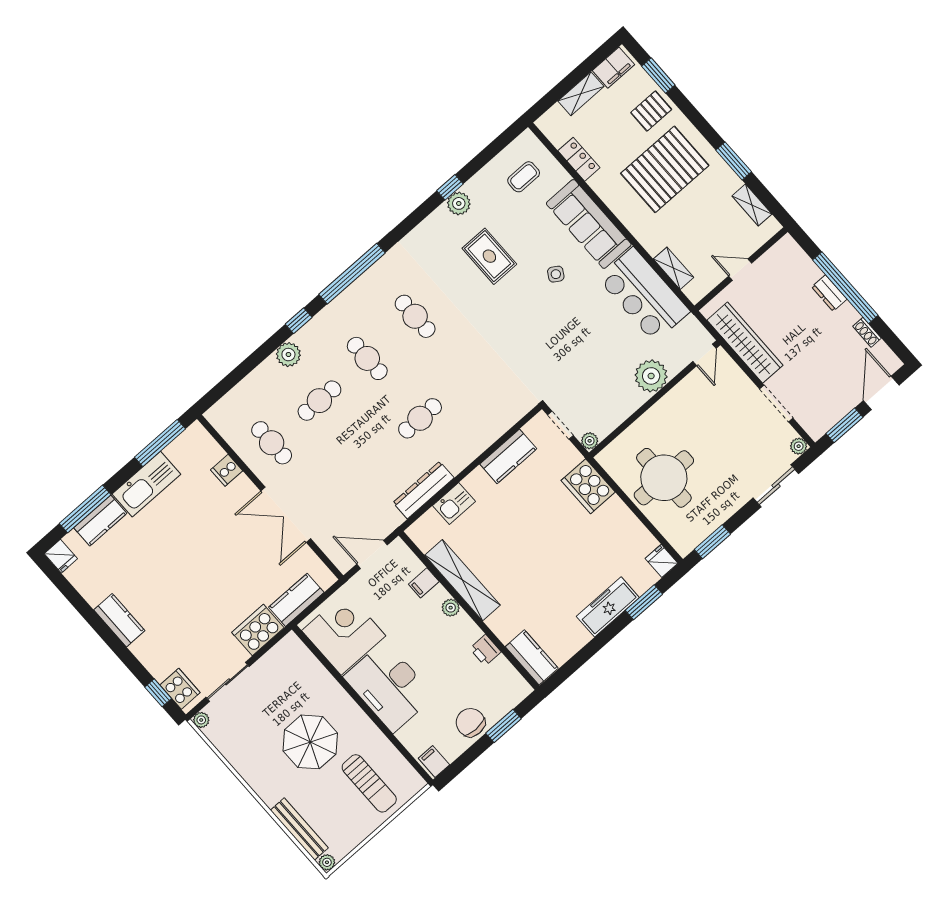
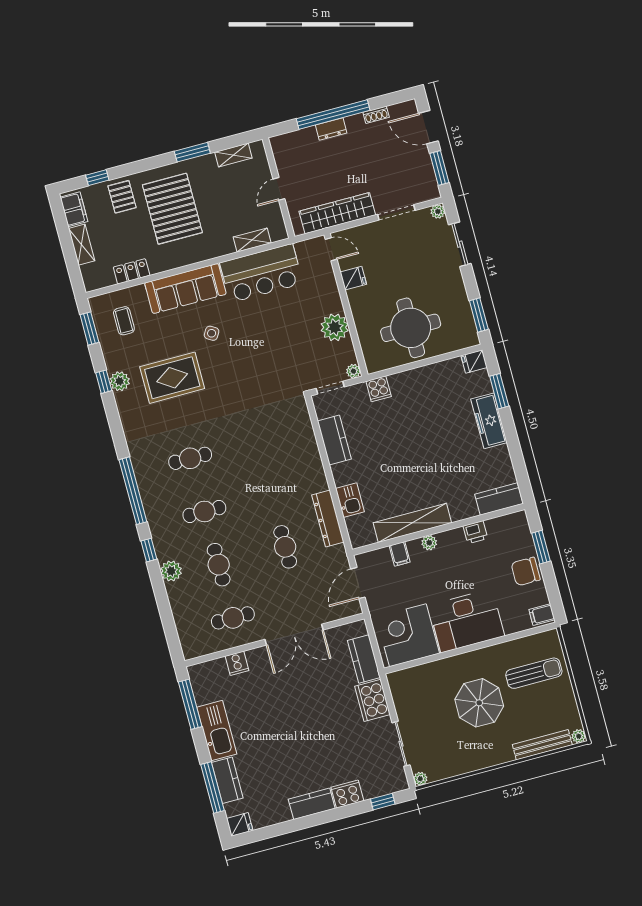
window: (658, 76) -> (97, 178), width x0.67
window: (498, 145) -> (89, 328), added
rug: (489, 256) -> (172, 378), width x1.36, depth x1.43
plant: (651, 376) -> (335, 327), moved
fridge: (686, 393) -> (353, 278), added
cafe table: (420, 418) -> (285, 547), moved
cooker: (588, 486) -> (379, 389), width x0.53, depth x0.76
cooker: (180, 689) -> (347, 794), moved

